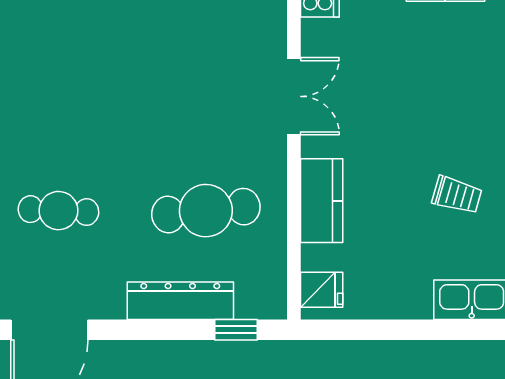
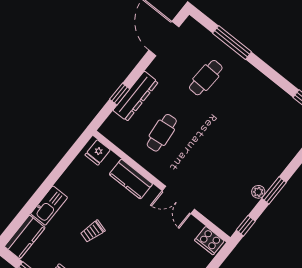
cafe table: (206, 211) -> (162, 133), width x0.73, depth x0.74
window: (236, 330) -> (120, 94), moved

